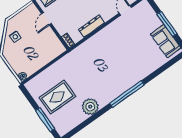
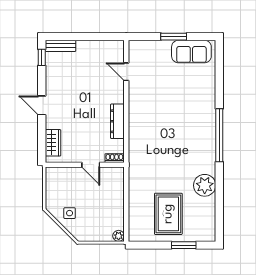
door: (46, 19) -> (91, 165), moved
window: (167, 24) -> (174, 37), width x0.69
window: (45, 120) -> (184, 245), width x0.69

